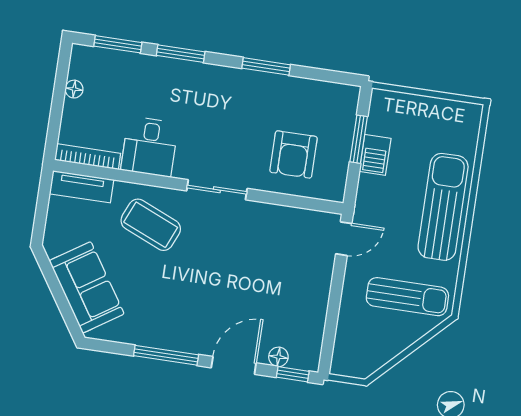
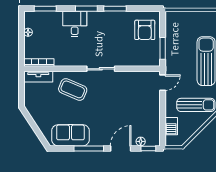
window: (181, 54) -> (86, 9), moved
window: (359, 139) -> (163, 48), moved
desk: (150, 147) -> (75, 24), moved, turned 180
armchair: (294, 154) -> (145, 30), moved
barbecue: (375, 155) -> (171, 126), moved
sofa: (87, 287) -> (70, 135), moved, turned -57

